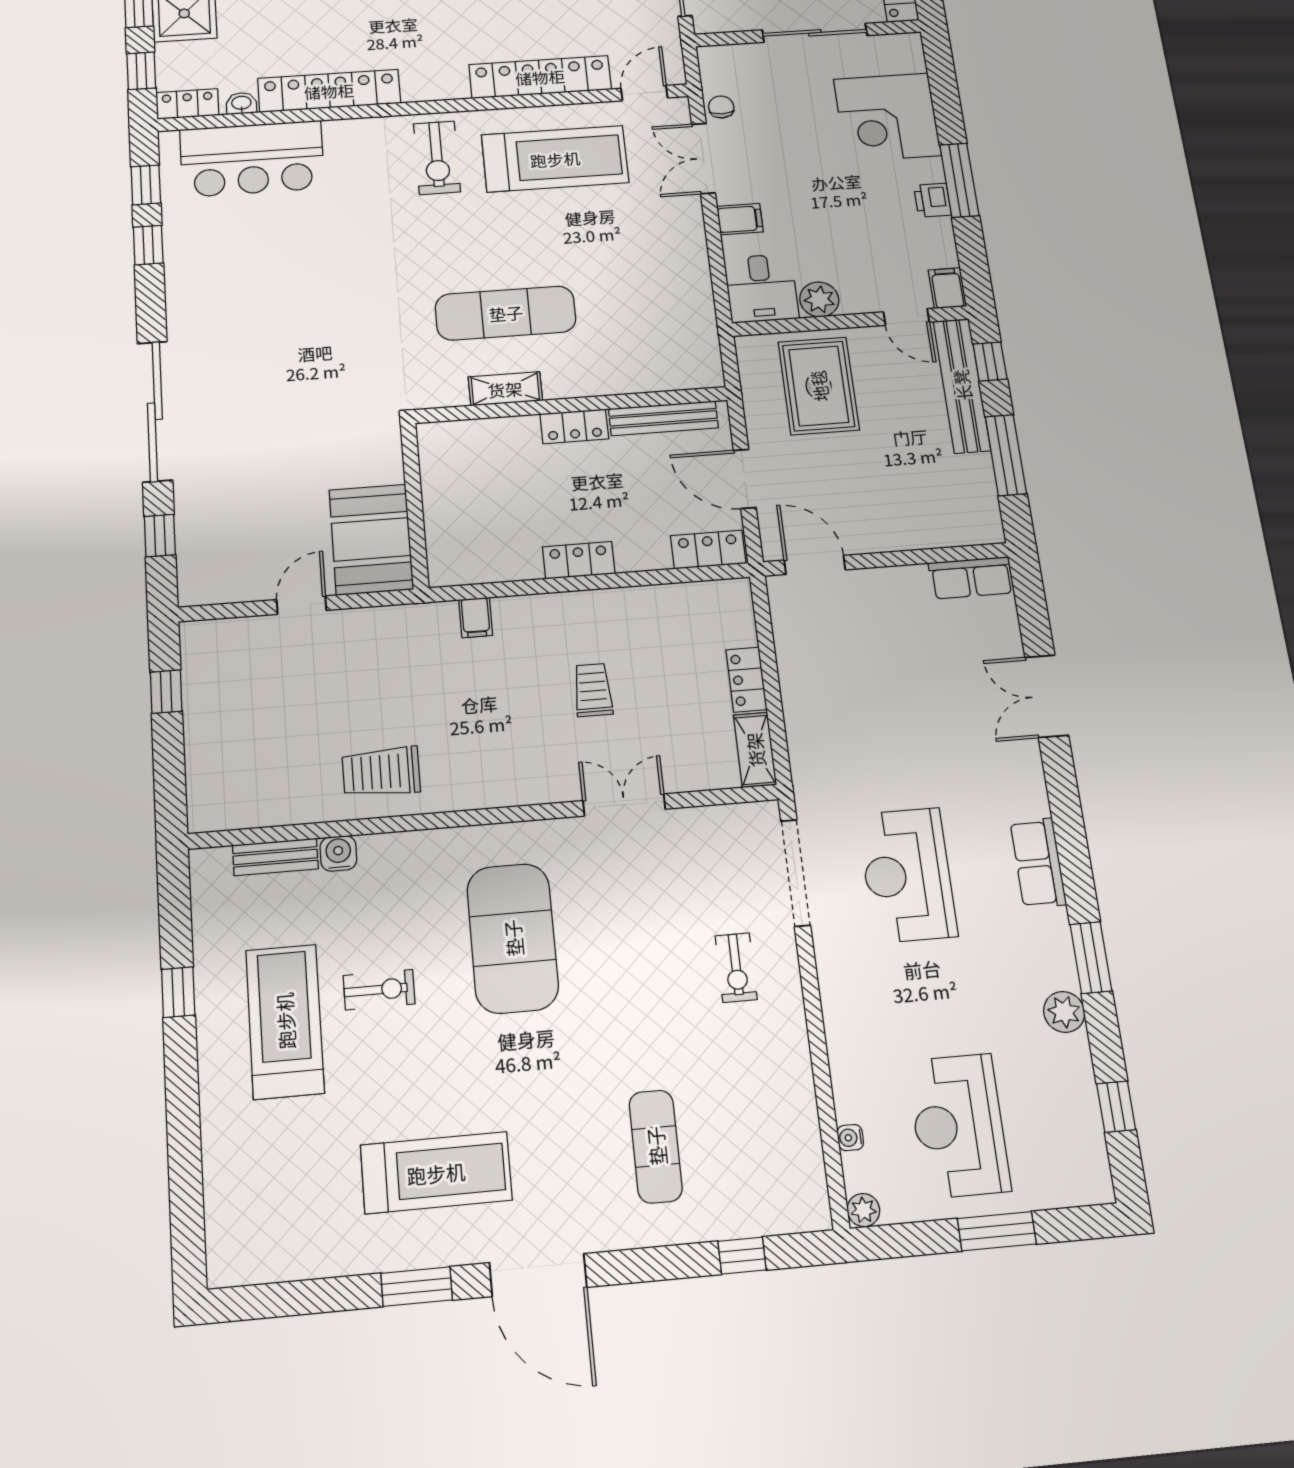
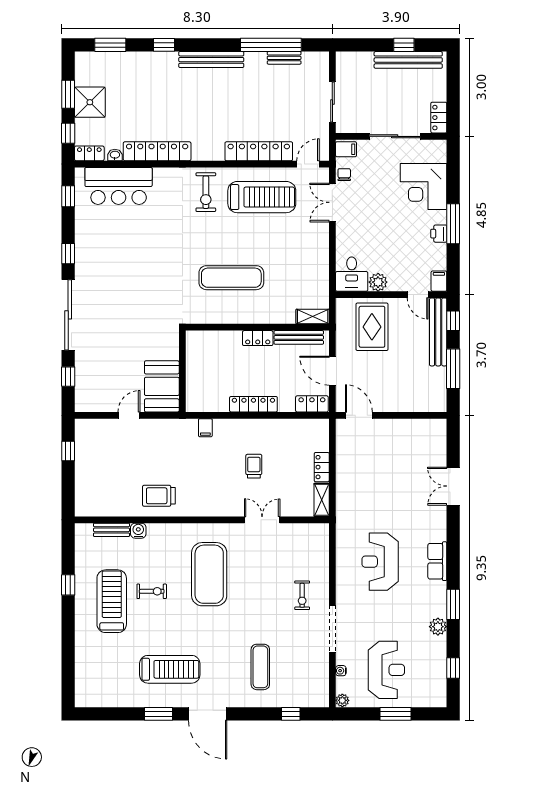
filing cabinet: (740, 219) -> (346, 149), moved
window: (148, 245) -> (68, 254), moved
shelving: (505, 389) -> (313, 317), moved
locker: (579, 560) -> (253, 404), width x1.53
row of seats: (971, 578) -> (428, 427), removed
doorway: (796, 873) -> (332, 629), moved
reception desk: (958, 1126) -> (386, 670), turned 180

